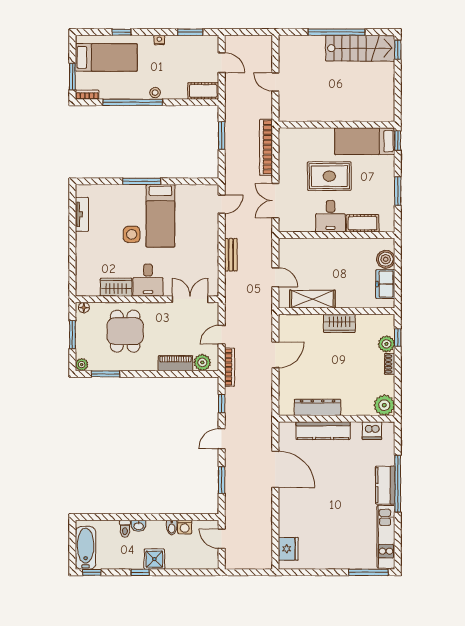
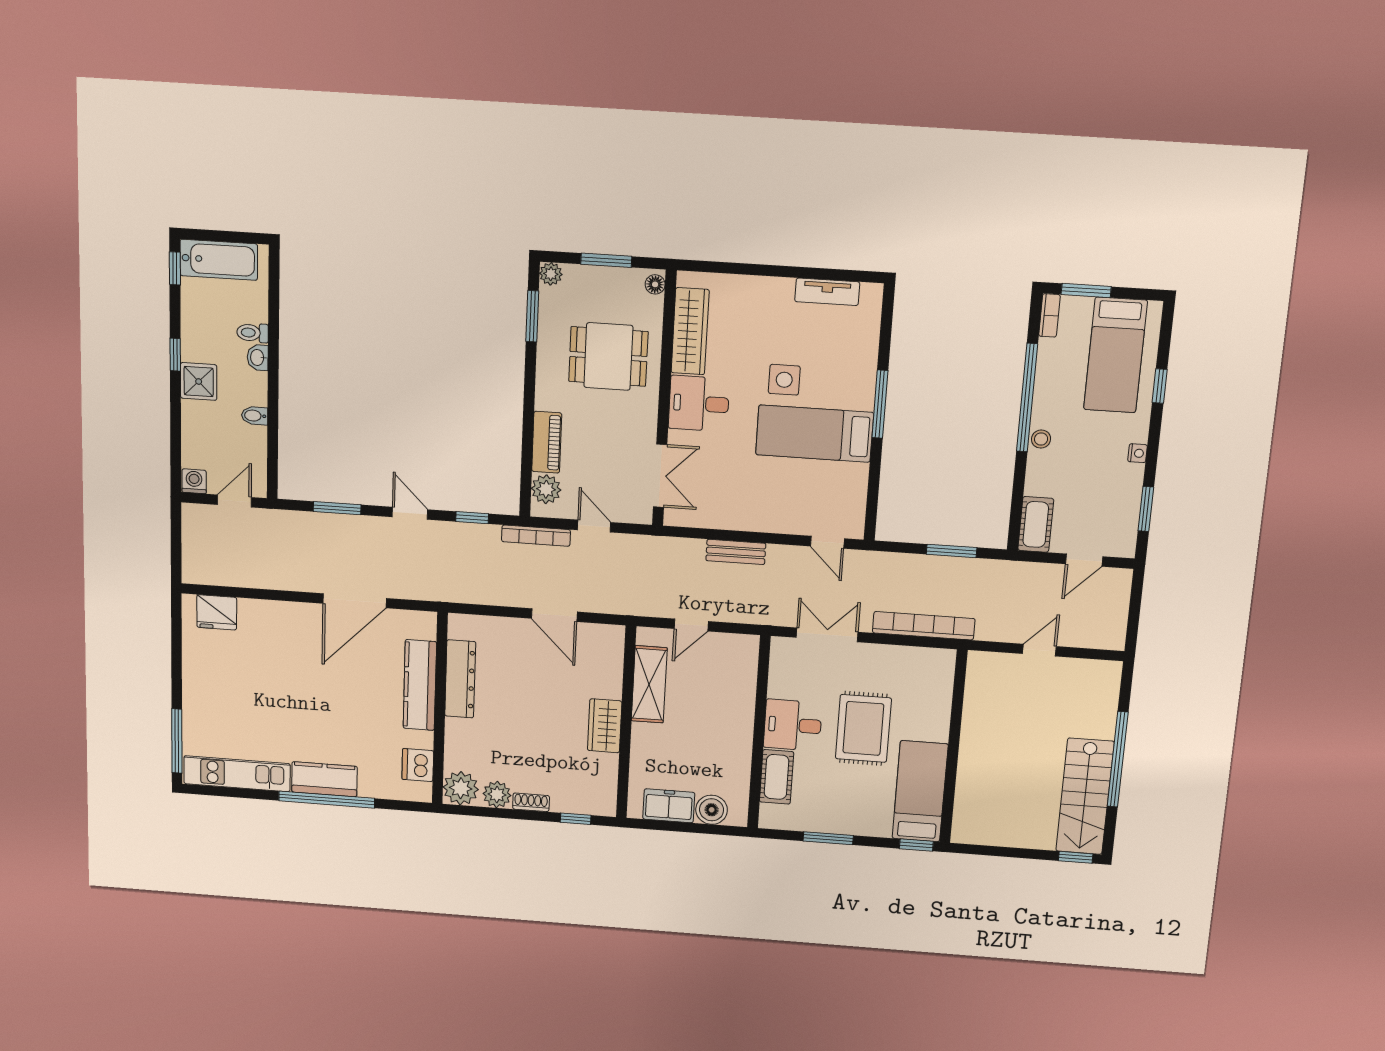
wardrobe: (116, 287) -> (690, 331), width x1.50
plant: (386, 344) -> (497, 795), moved
washing machine: (185, 527) -> (194, 481), moved, turned 90

